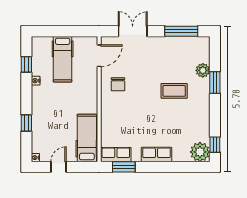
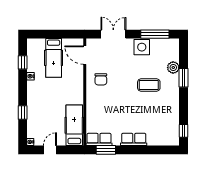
side table: (166, 46) -> (142, 47), added
door: (99, 56) -> (85, 55), swing flipped
plant: (200, 152) -> (171, 137), removed

